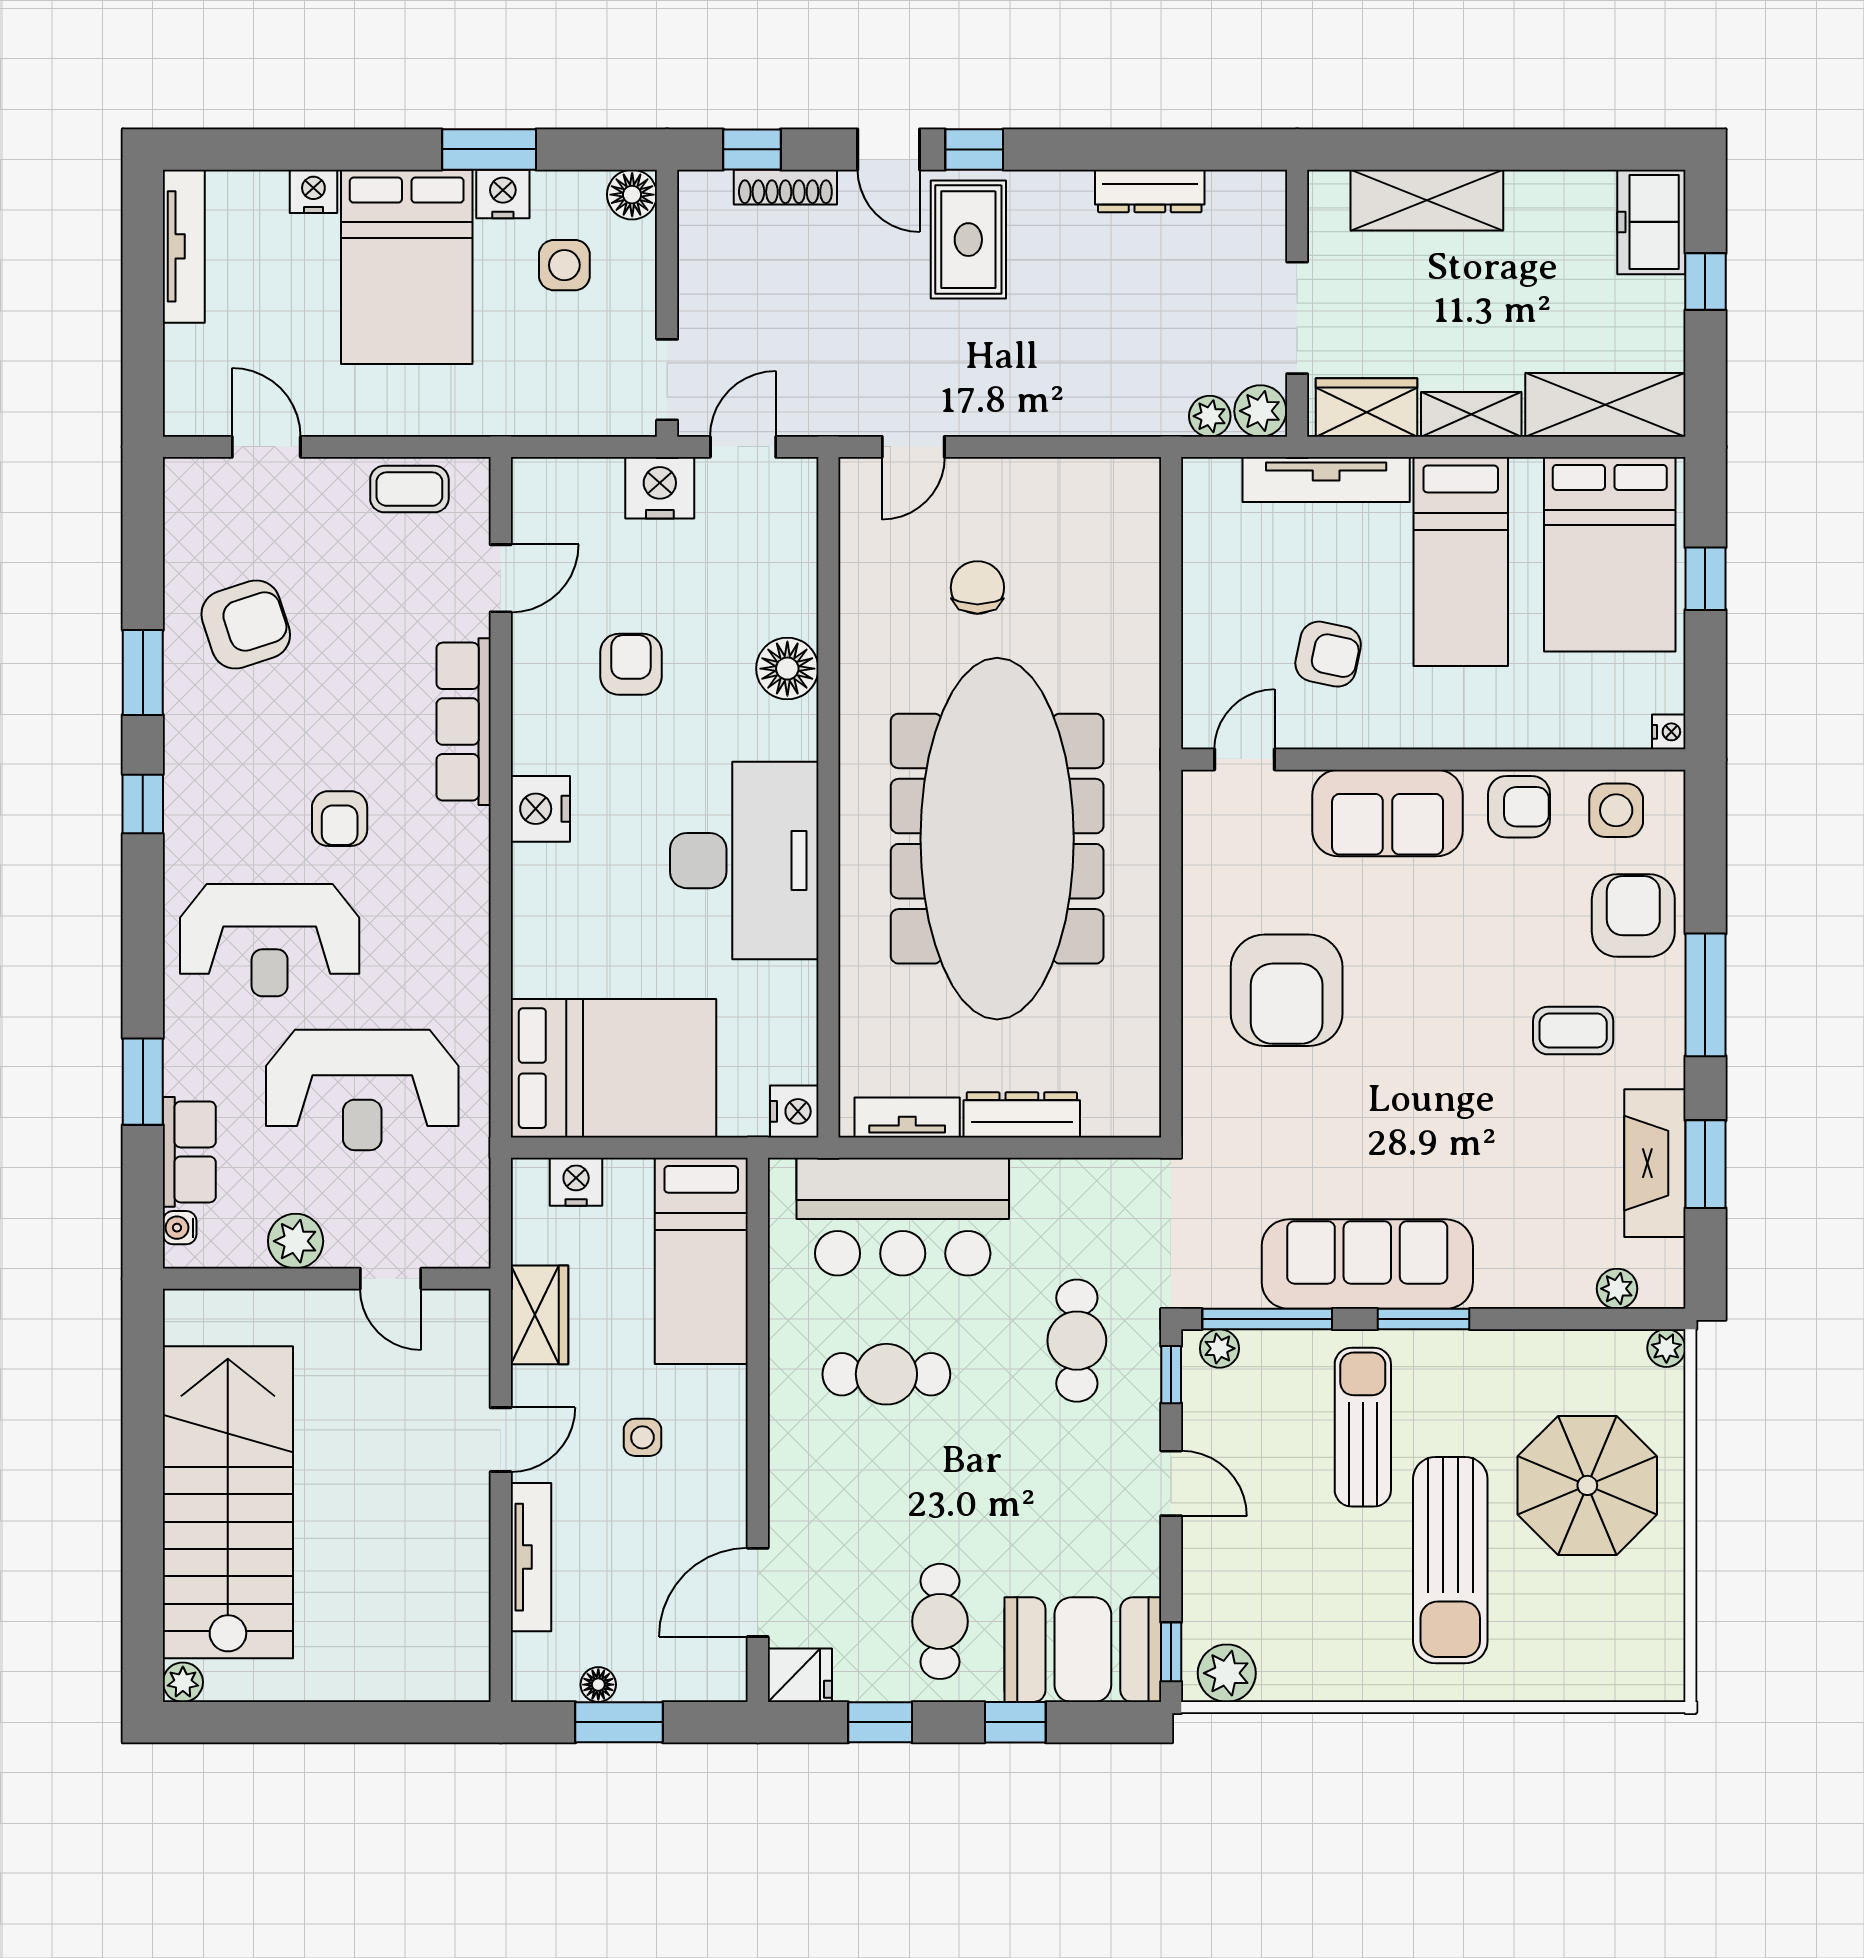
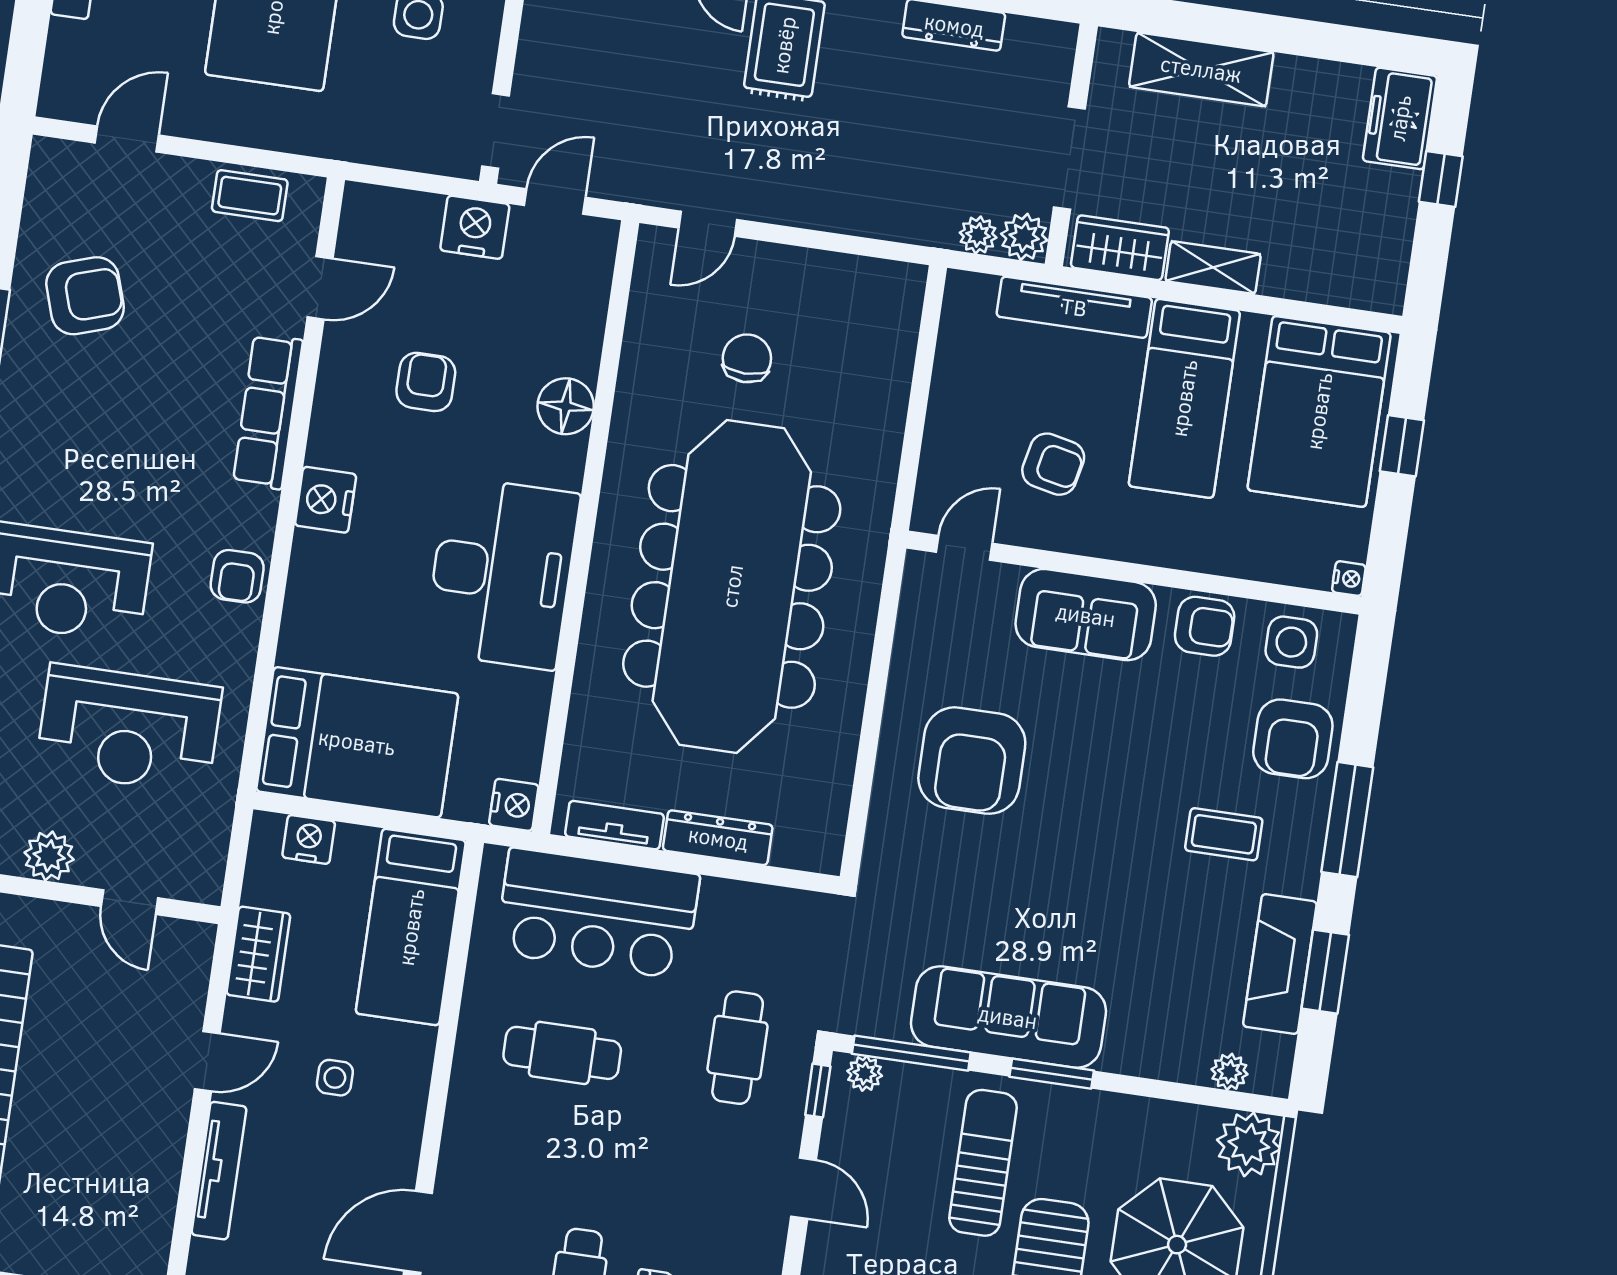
shelving: (1605, 405) -> (1335, 277), removed
door: (266, 447) -> (127, 139), hinge flipped
armchair: (340, 819) -> (237, 576), moved
armchair: (1633, 916) -> (1293, 739), turned 180
plant: (1666, 1348) -> (1249, 1144), width x1.87, depth x1.87

